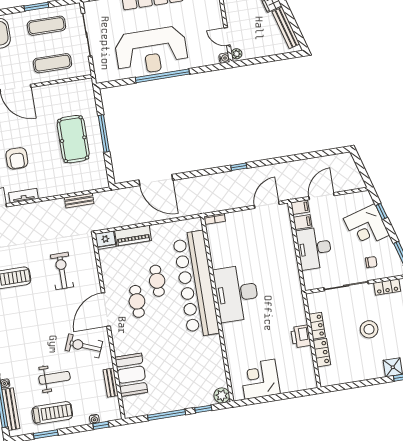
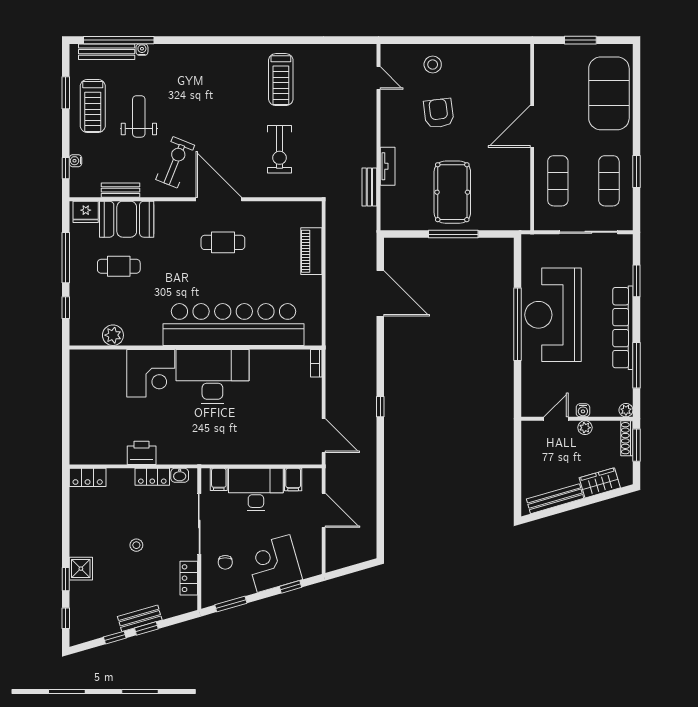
plant: (237, 54) -> (585, 428), moved
water cooler: (224, 58) -> (583, 410), moved
pool table: (73, 139) -> (452, 192), turned 90
armchair: (17, 158) -> (439, 113), turned 83
door: (156, 180) -> (380, 293), swing flipped
tv unit: (23, 196) -> (388, 166), moved
filing cabinet: (300, 207) -> (219, 479), moved
fridge: (106, 240) -> (86, 212), moved, turned -90
exercise bike: (62, 271) -> (280, 149), turned 90
cafe table: (157, 281) -> (119, 266), moved
washbasin: (313, 306) -> (180, 475), added
stool: (369, 329) -> (136, 545), width x0.53, depth x0.53
locker: (322, 353) -> (88, 477), moved
weight bench: (54, 378) -> (139, 116), turned 180
corner desk: (260, 379) -> (151, 373), moved, turned 90
plant: (222, 395) -> (113, 335), moved

